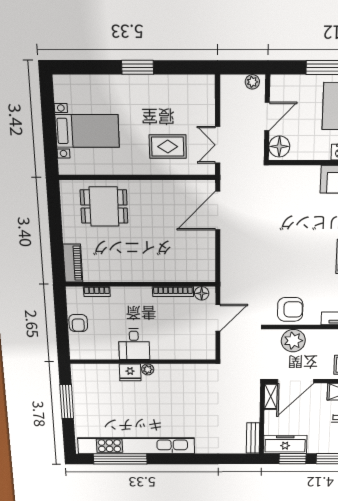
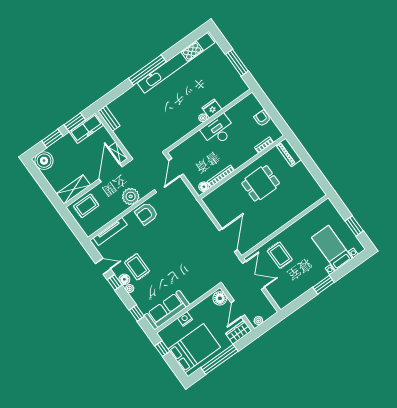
wardrobe: (288, 85) -> (239, 332), added
window: (48, 116) -> (354, 226), added
bed with nightstands: (87, 131) -> (332, 248), moved, turned 90
double door: (218, 145) -> (254, 275), width x1.37
rug: (168, 147) -> (280, 255), turned 90
dining table: (104, 207) -> (261, 183), moved
door: (218, 318) -> (176, 167), moved
desk: (134, 344) -> (218, 130), width x1.37
window: (120, 459) -> (147, 70), moved

